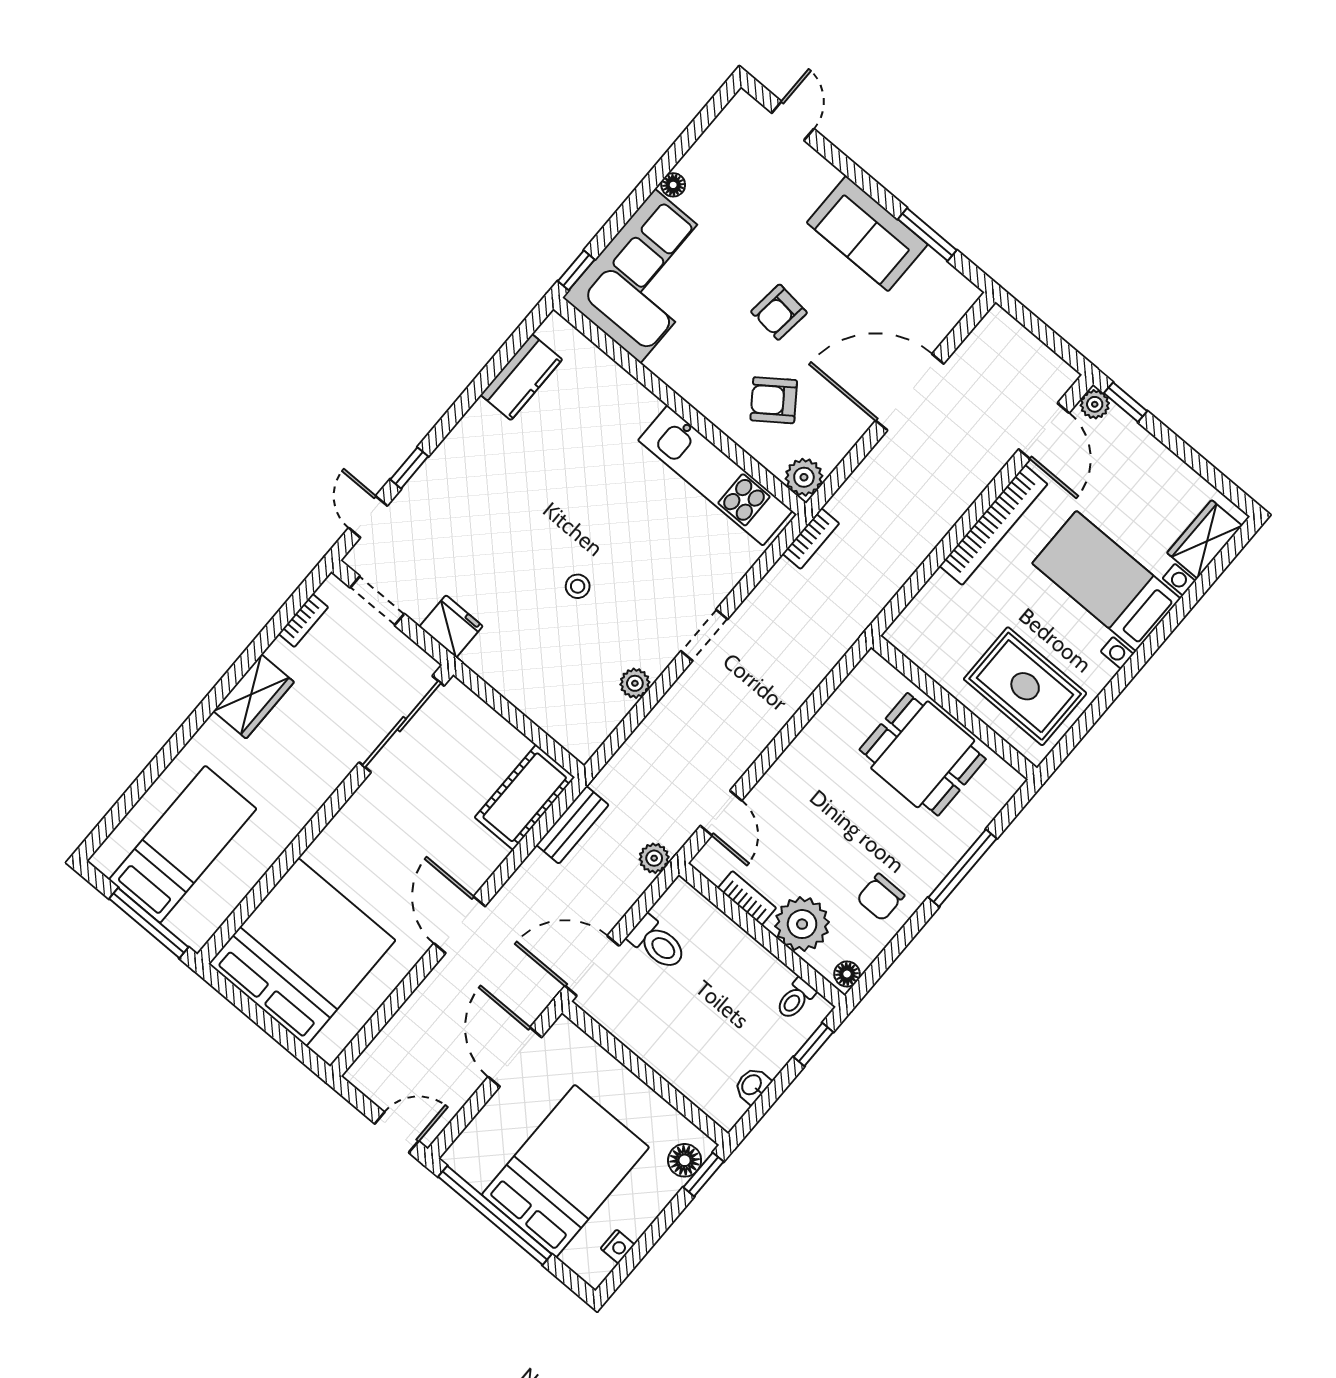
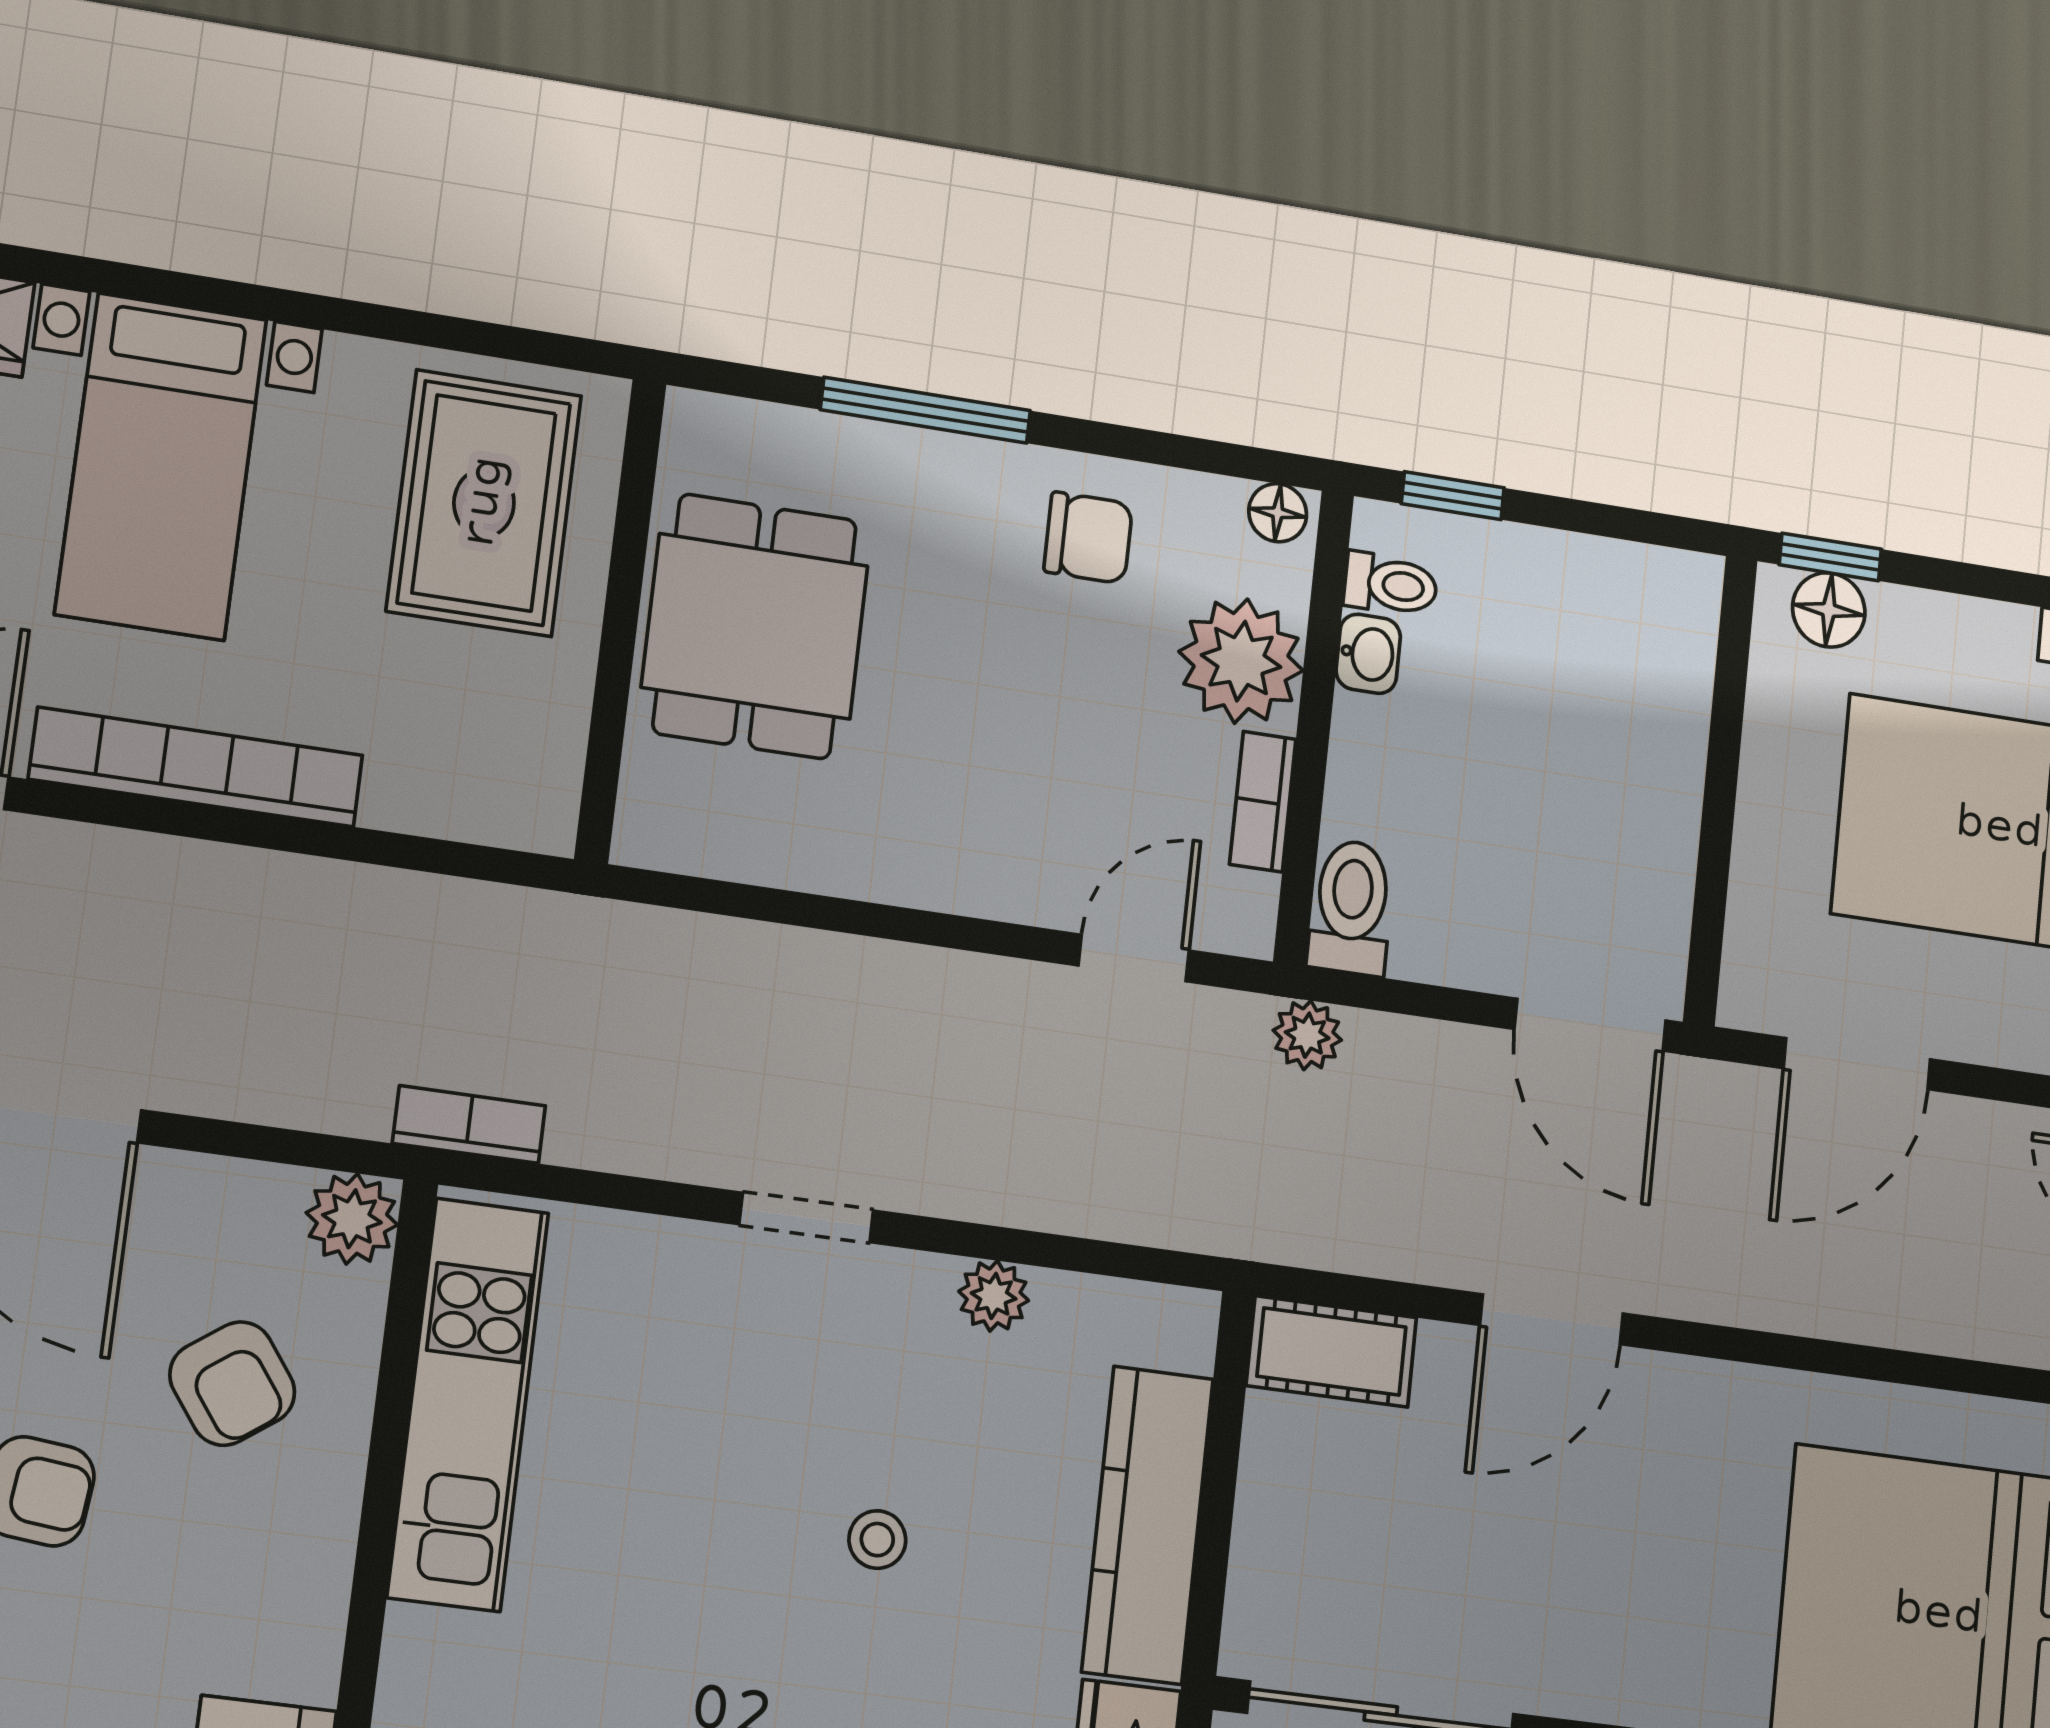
kitchen counter: (521, 685) -> (1148, 1525), added
cot: (525, 797) -> (1332, 1352), width x0.73, depth x0.75
bench: (573, 825) -> (1350, 1240), removed
door: (459, 925) -> (1551, 1319), moved
toilet: (657, 943) -> (1351, 907), moved
washbasin: (752, 1085) -> (1368, 654), moved, turned -90

